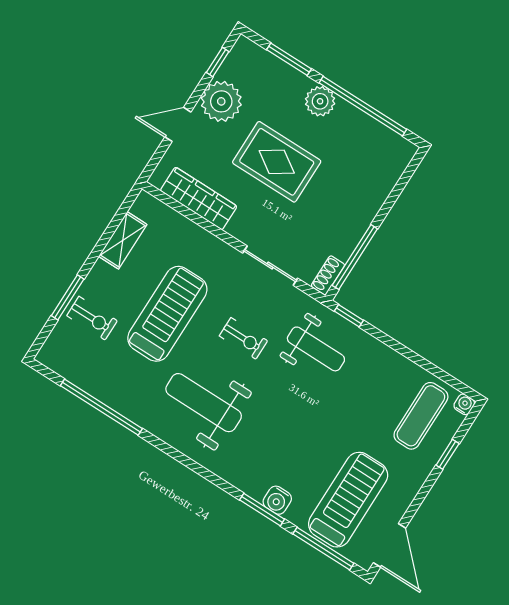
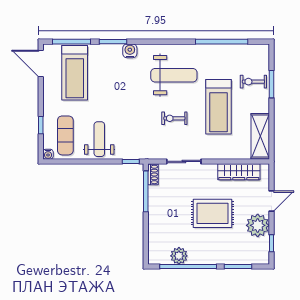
plant: (320, 101) -> (179, 256), moved
shelving: (123, 240) -> (260, 136), width x1.50, depth x1.33
weight bench: (316, 349) -> (99, 139), moved, turned 90
water cooler: (277, 500) -> (130, 51), moved

